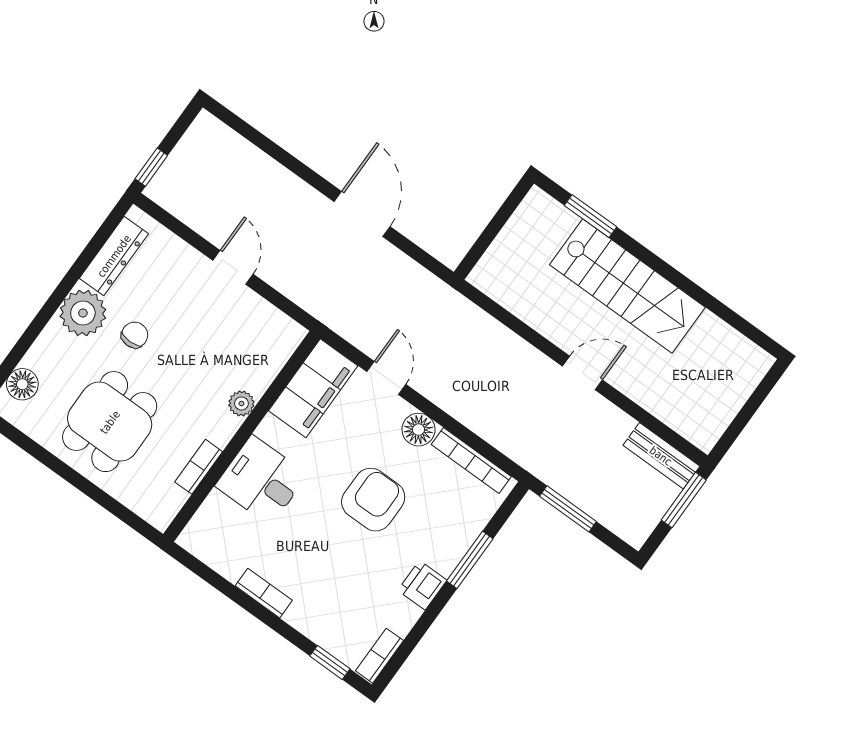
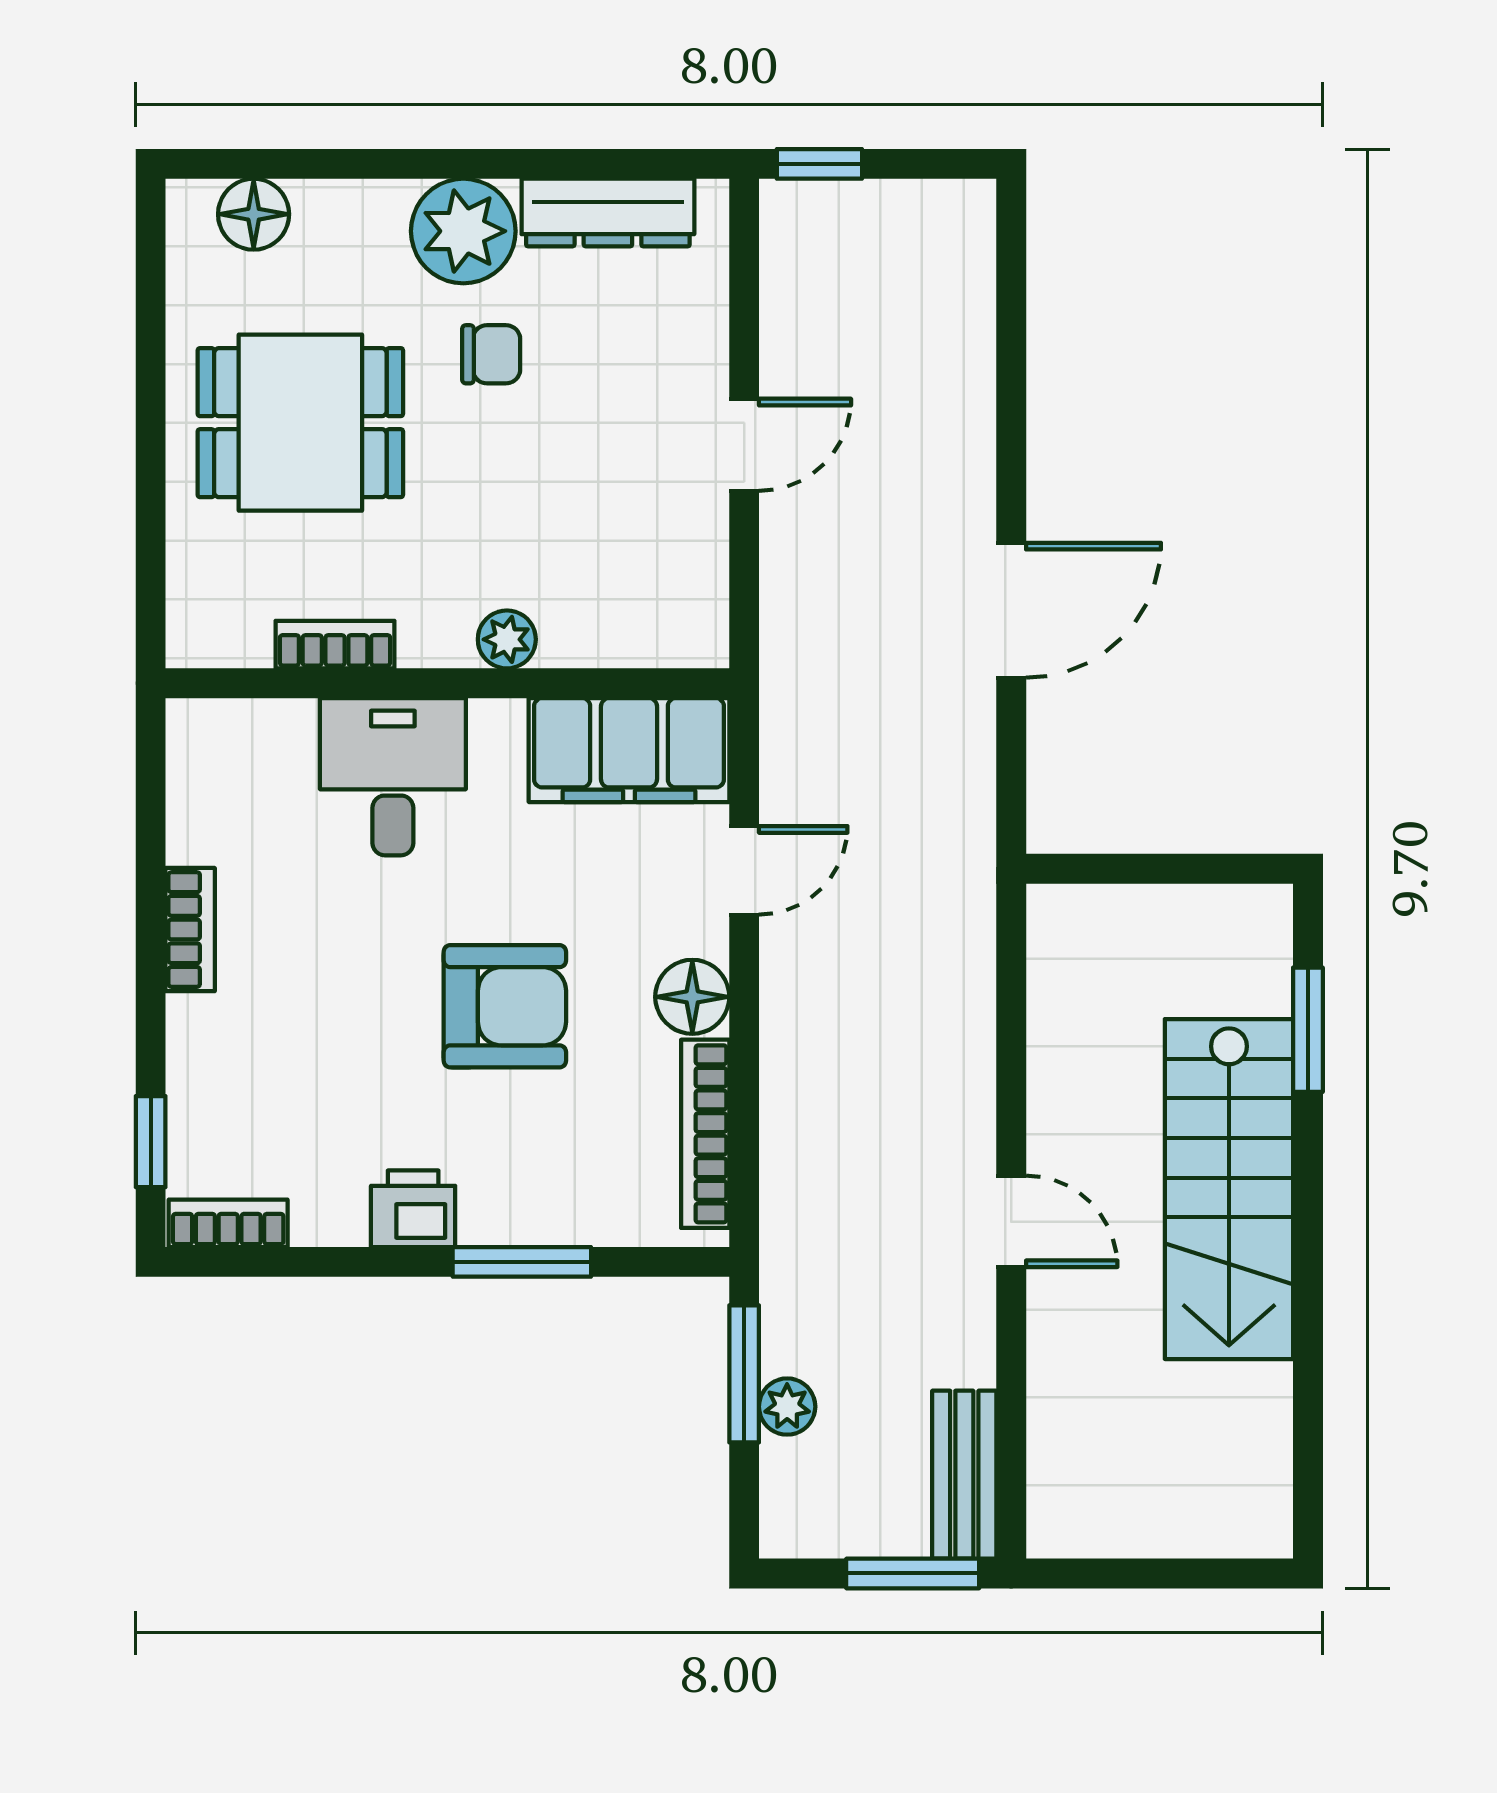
plant: (591, 502) -> (787, 1407), added

